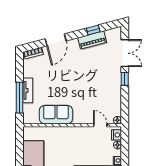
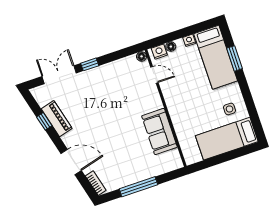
tv unit: (28, 90) -> (142, 175), removed
window: (20, 98) -> (138, 187), moved
door: (100, 125) -> (154, 75), swing flipped

